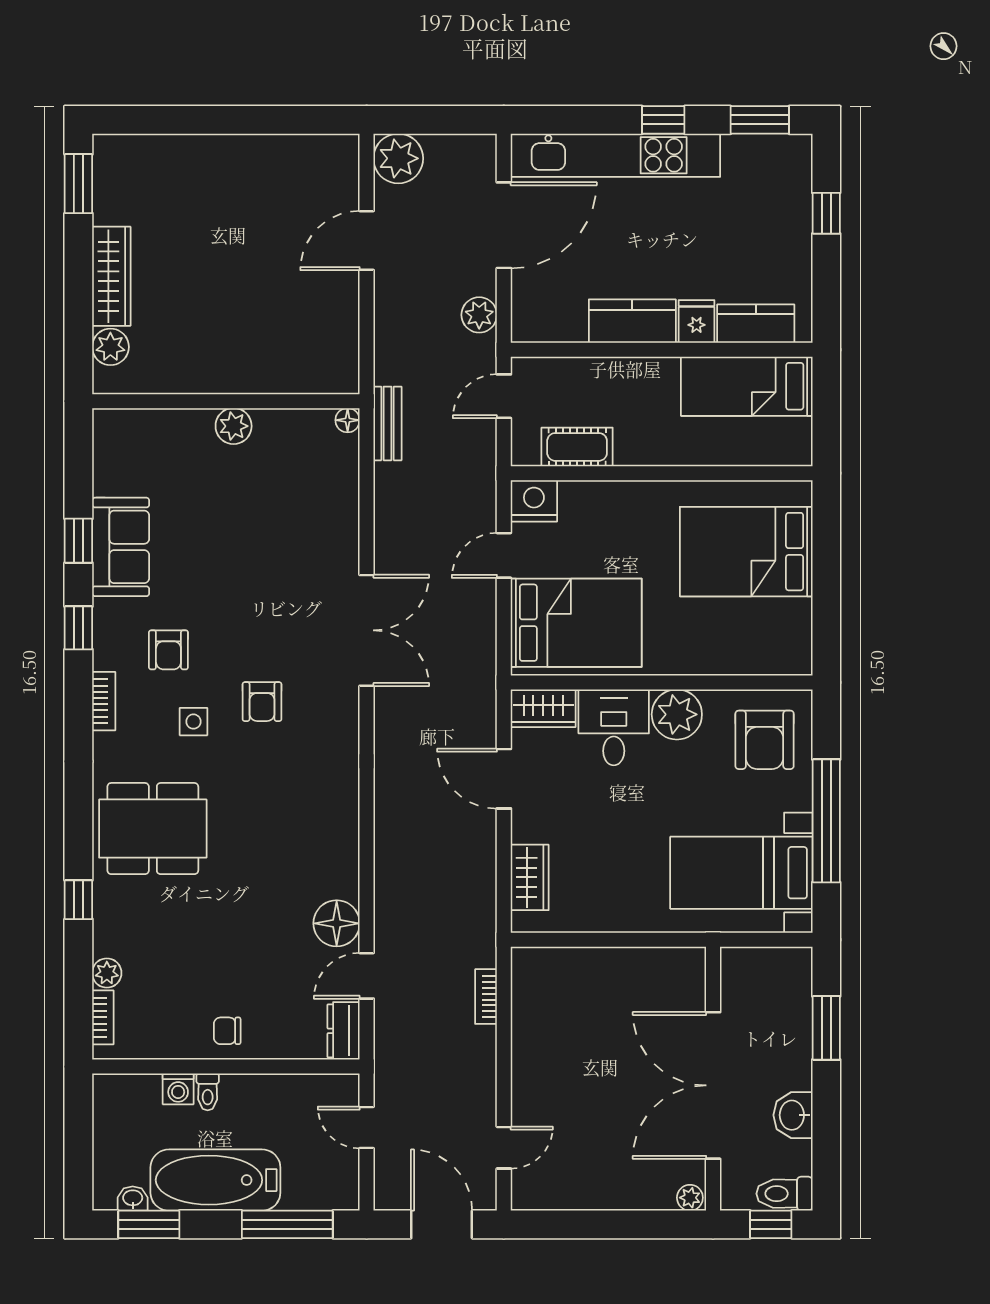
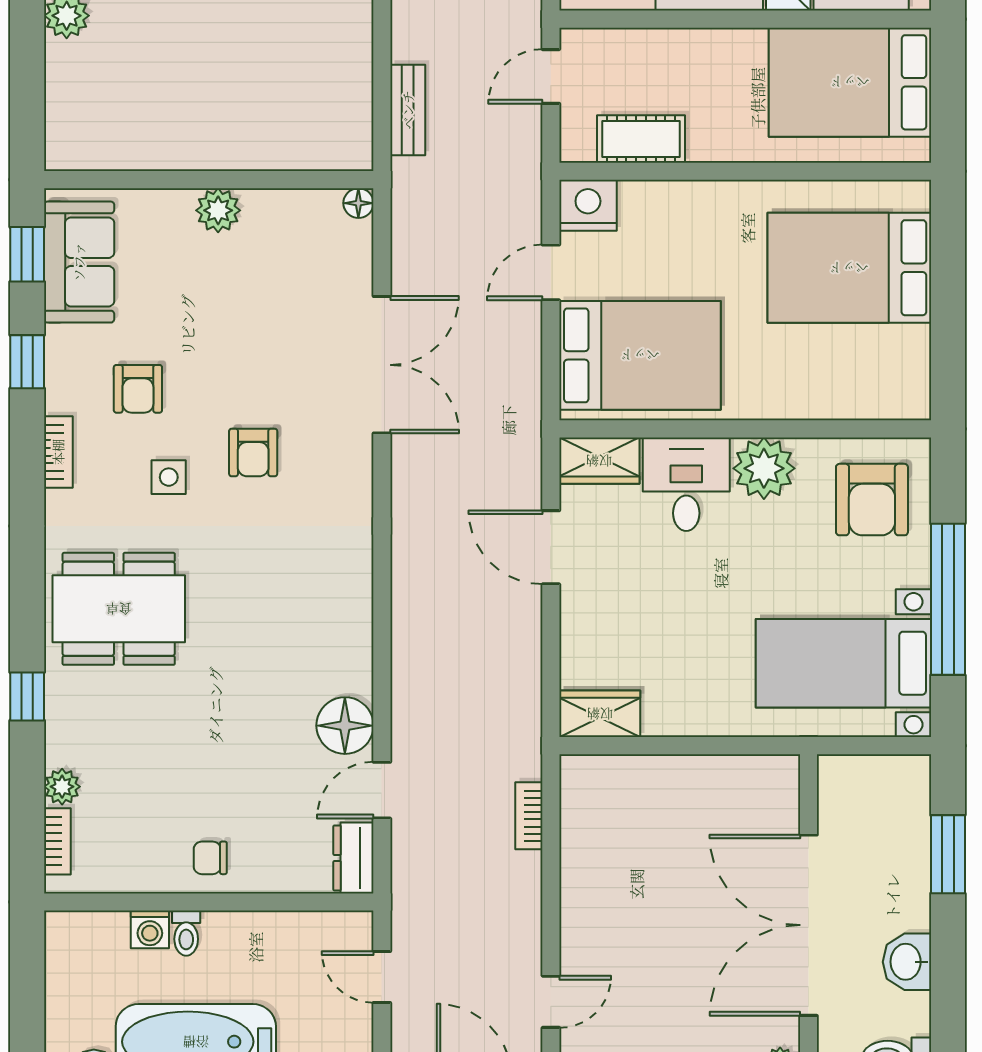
bed: (747, 386) -> (850, 82), width x1.50
wall: (226, 401) -> (209, 180), moved
floor lamp: (348, 420) -> (358, 203), moved
plant: (234, 426) -> (218, 210), moved
wardrobe: (530, 877) -> (600, 714), moved, turned -90

